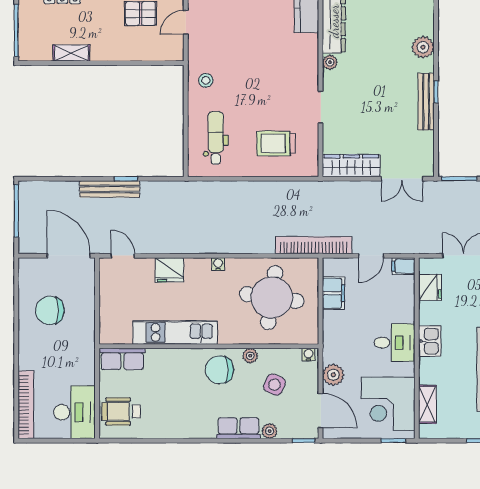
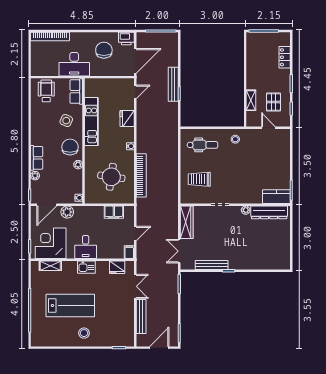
plant: (423, 47) -> (254, 263), removed
shelving: (71, 53) -> (251, 100), moved
bench: (426, 102) -> (212, 265), moved
trolley: (276, 143) -> (199, 179), turned -90
bookcase: (314, 245) -> (141, 175), moved
door: (371, 256) -> (135, 233), swing flipped
printer: (29, 271) -> (126, 38), added
round table: (272, 298) -> (111, 177), width x0.73, depth x0.73
side table: (274, 385) -> (66, 121), moved
desk: (74, 412) -> (74, 64), moved

